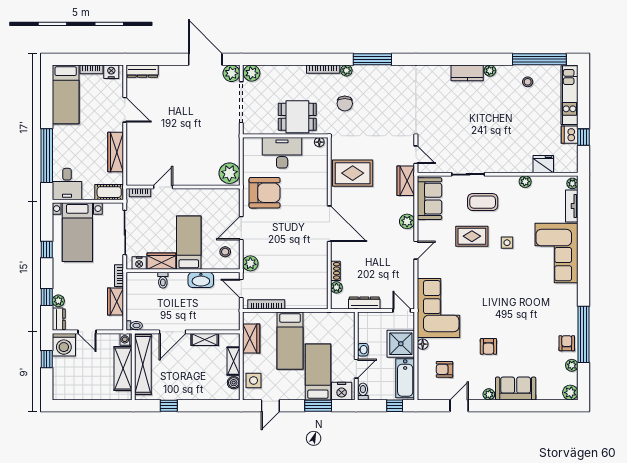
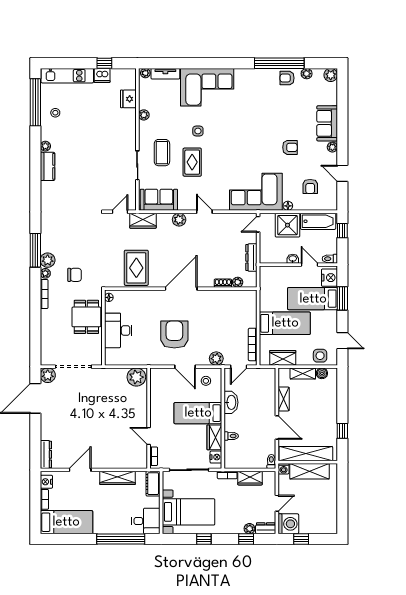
plant: (252, 73) -> (48, 260), moved
armchair: (265, 193) -> (174, 335), moved

